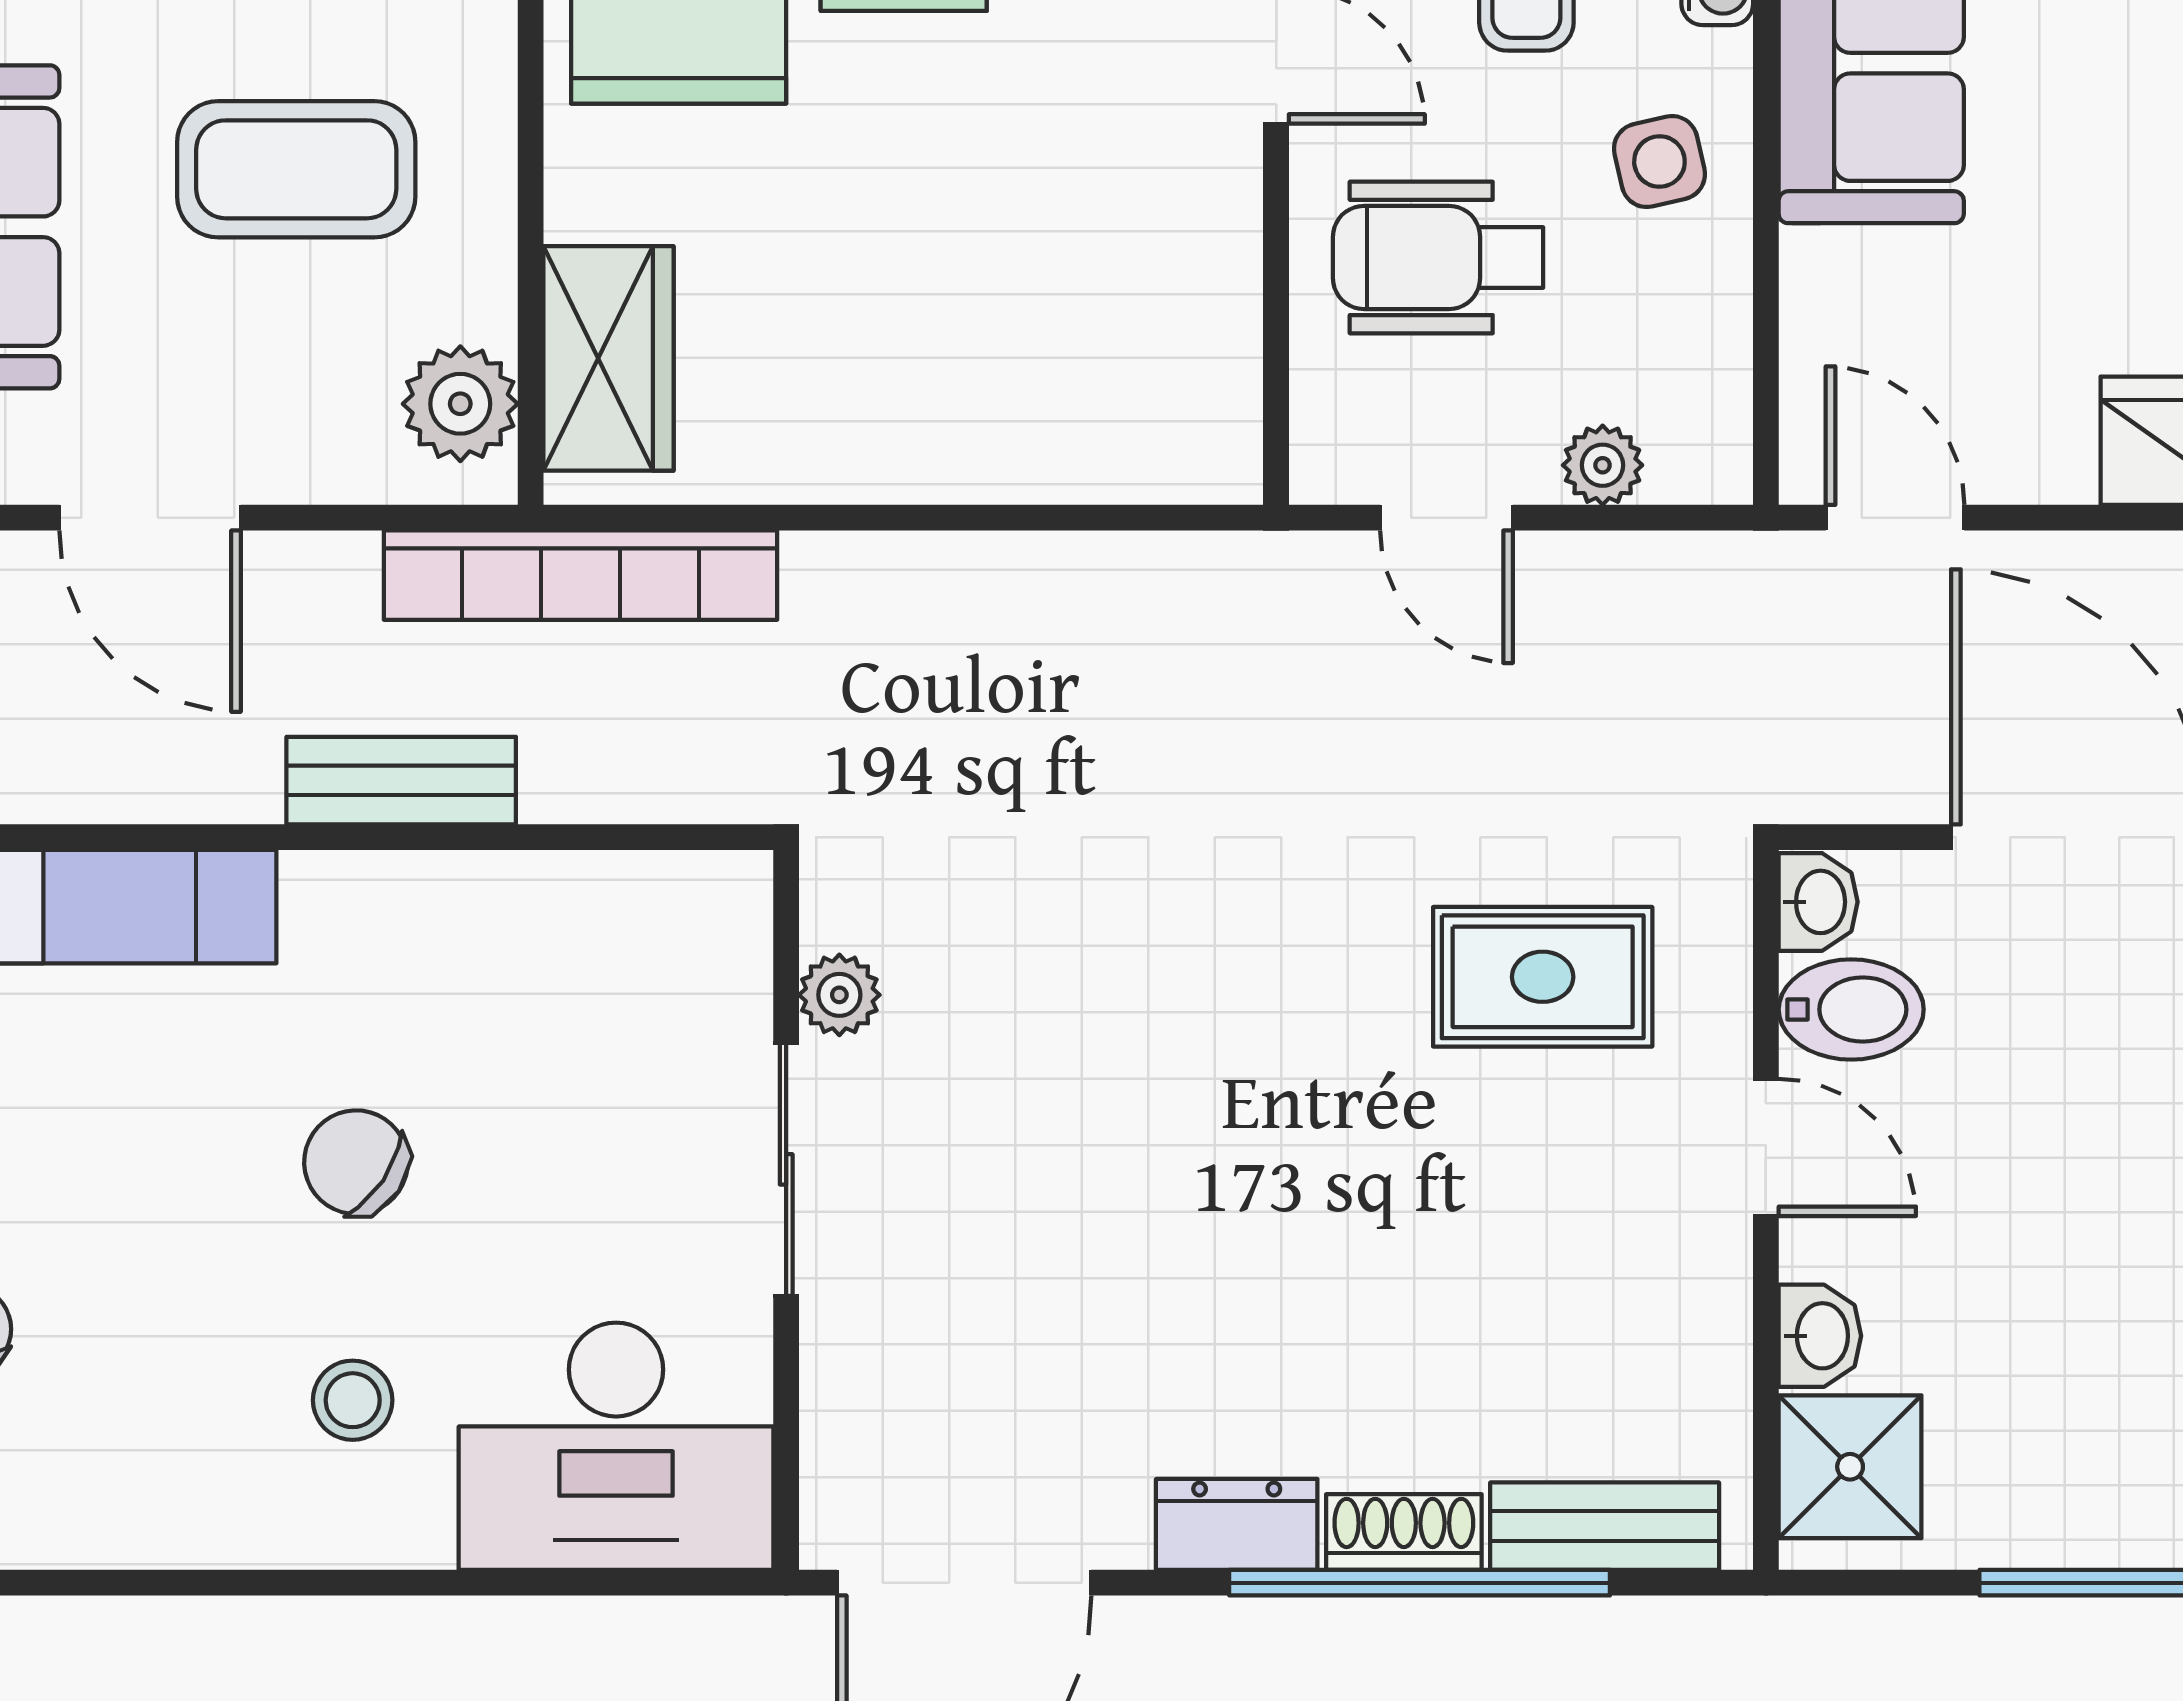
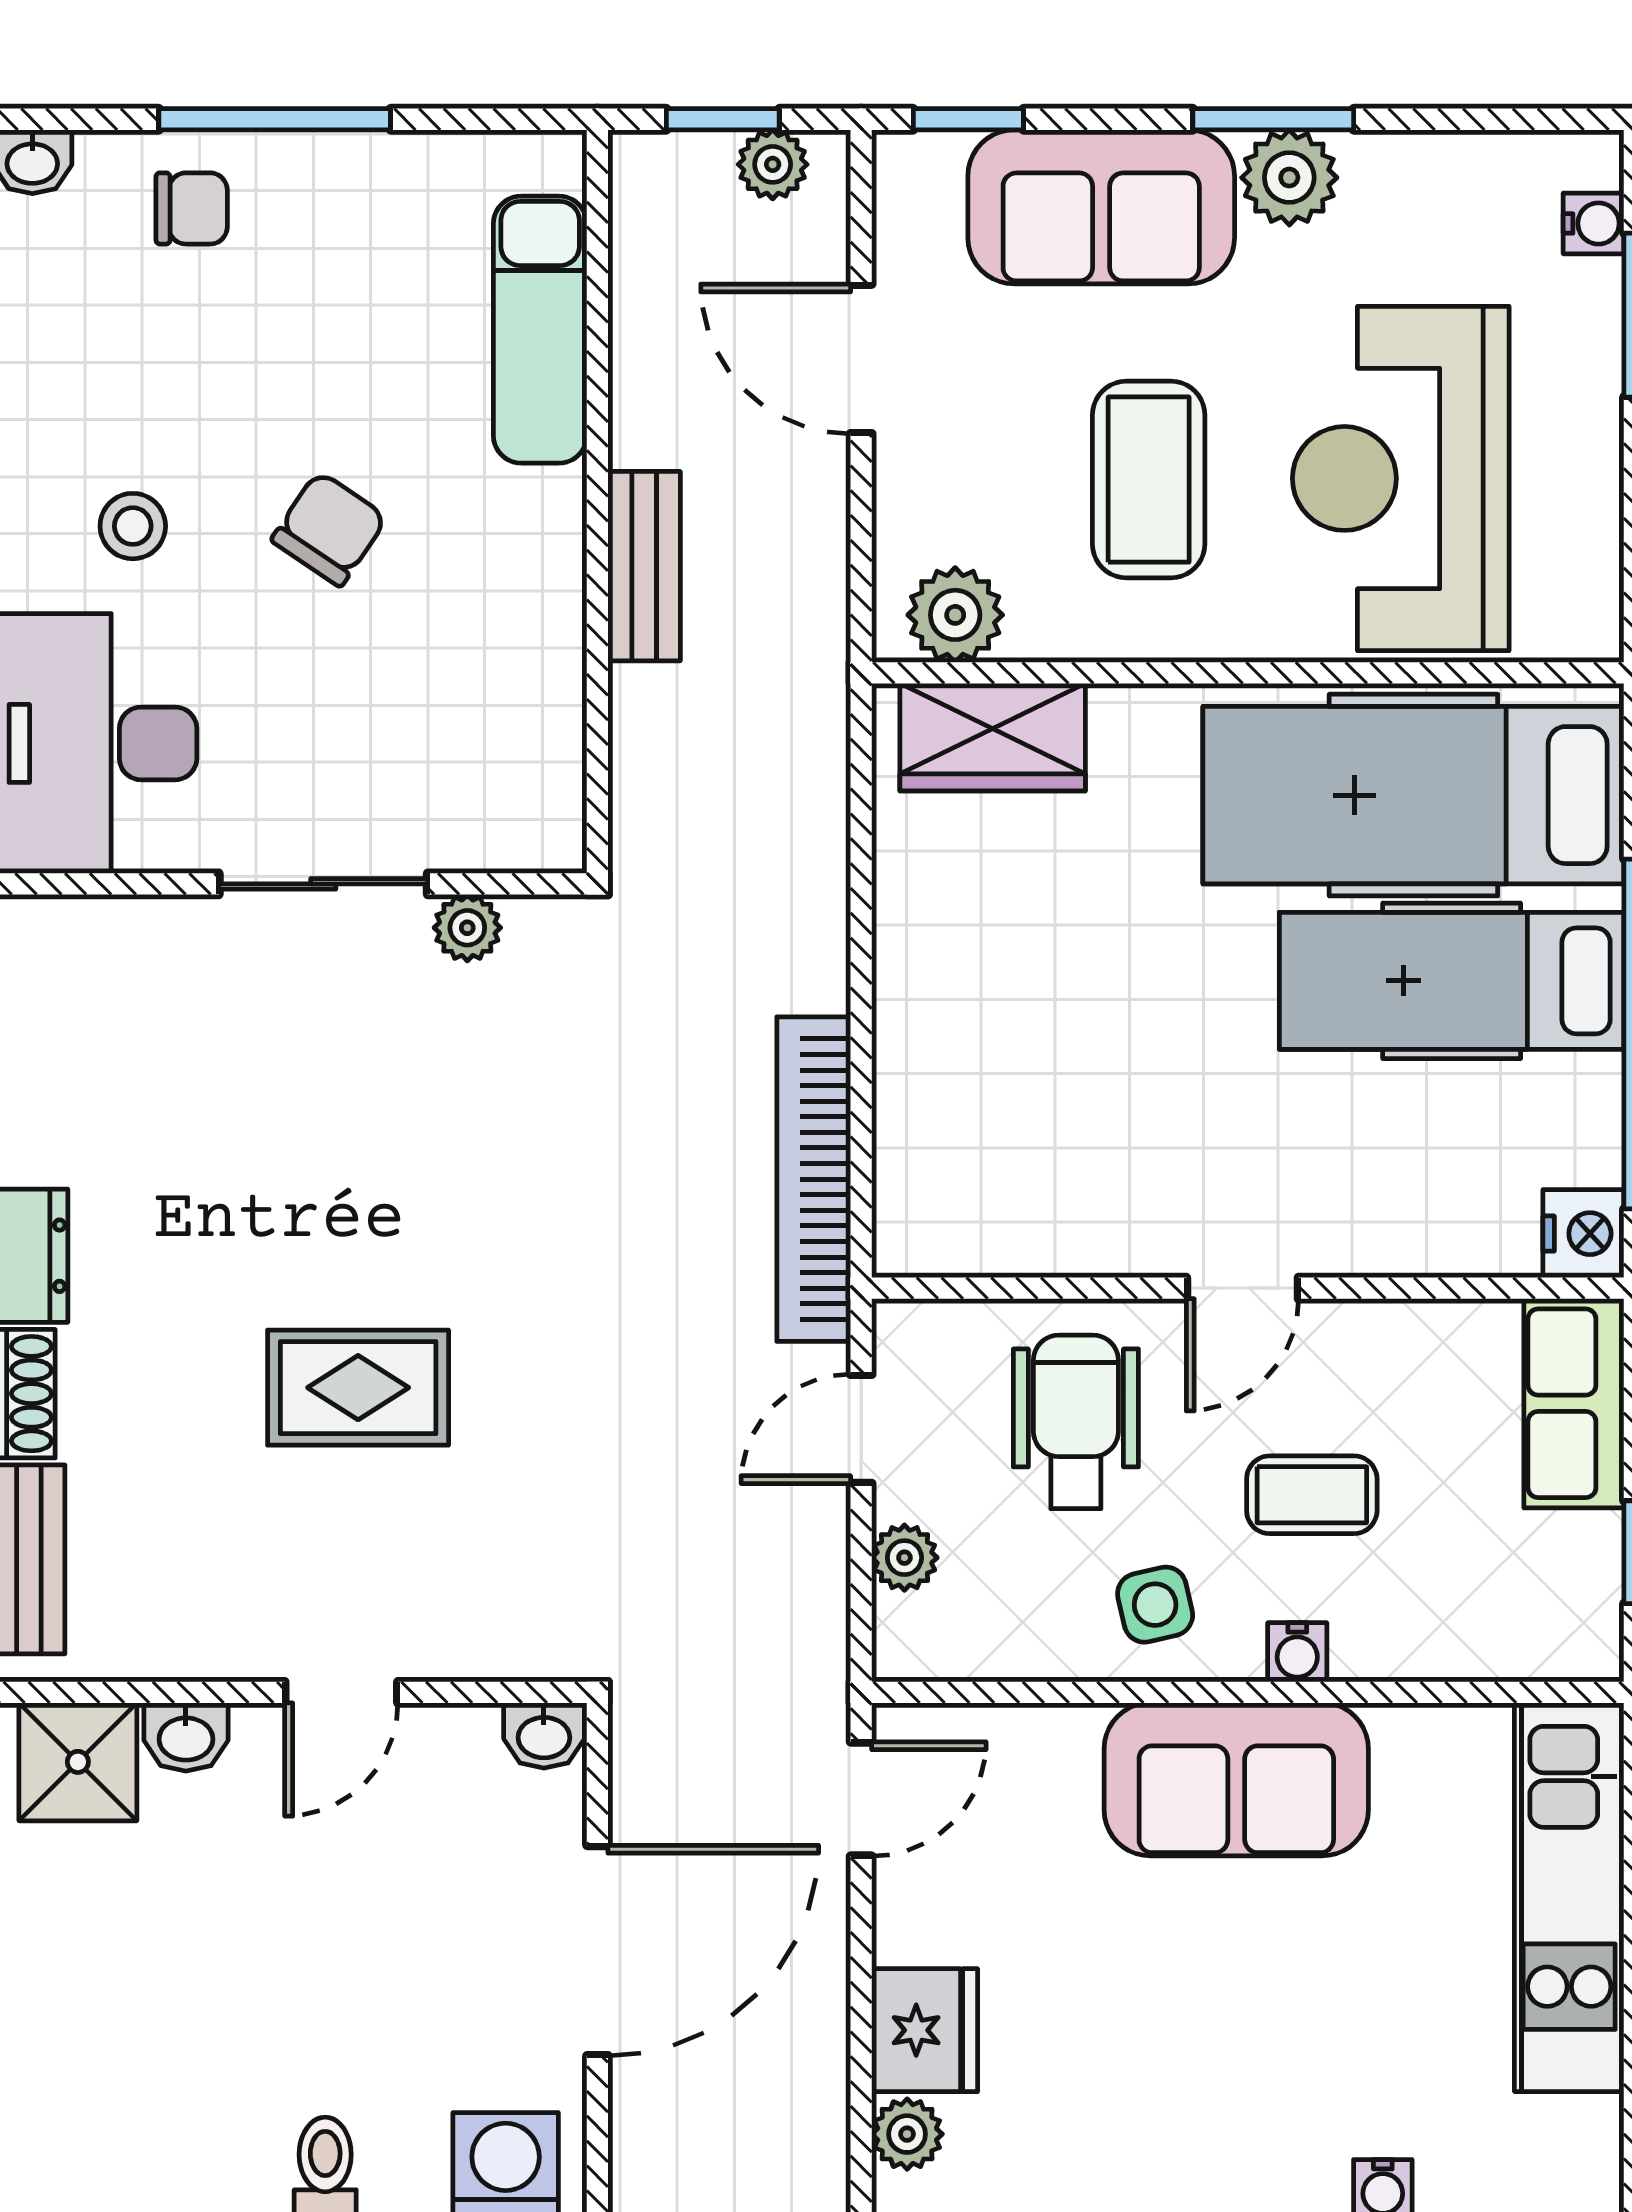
door: (150, 518) -> (861, 359), hinge flipped
bookcase: (581, 575) -> (814, 1179), moved
rug: (1543, 977) -> (358, 1388), moved, turned 90
bidet: (1851, 1009) -> (455, 1763), removed

